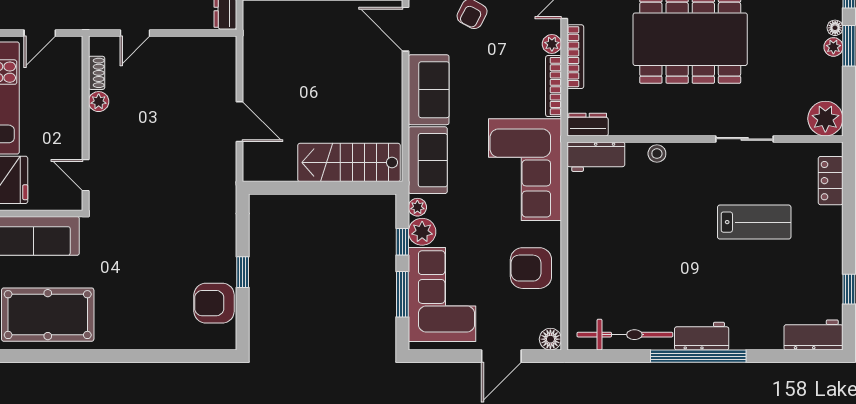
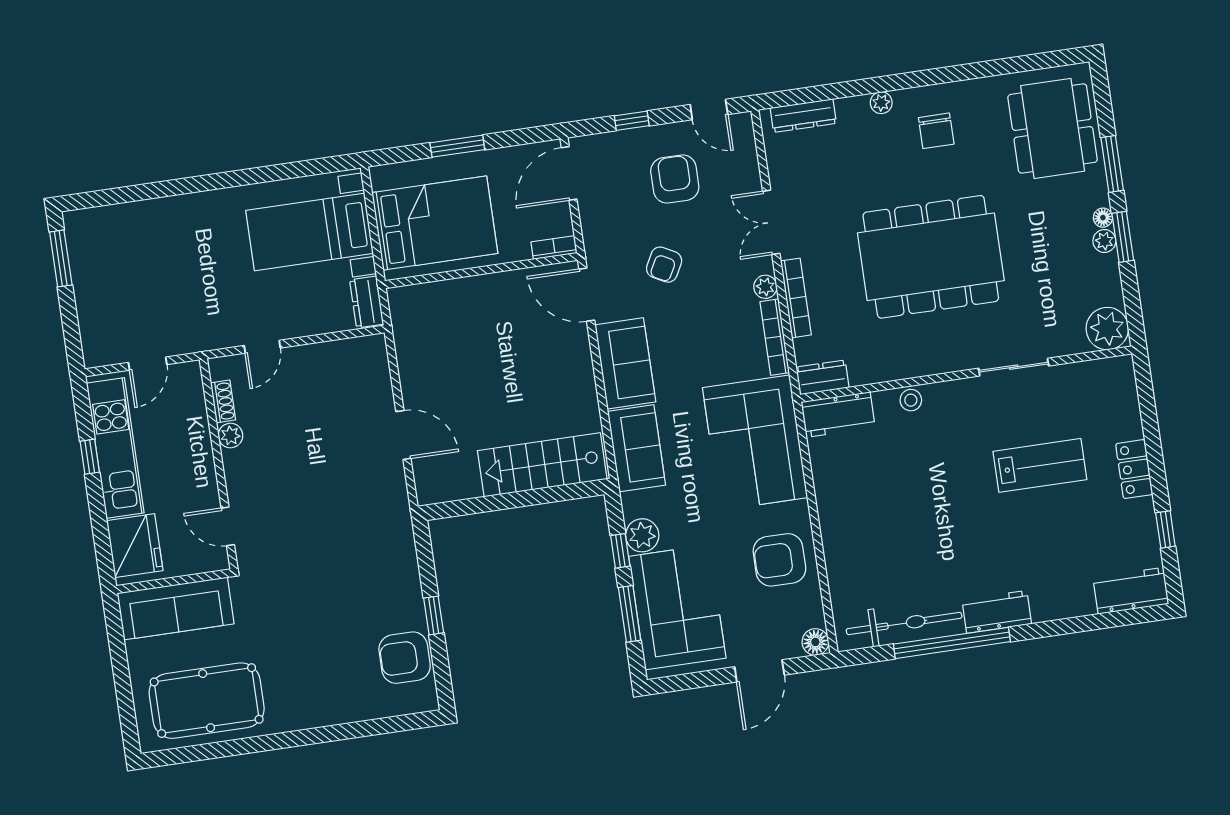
locker: (831, 181) -> (1134, 469), moved
plant: (417, 207) -> (632, 507), removed
window: (698, 356) -> (952, 643), moved

